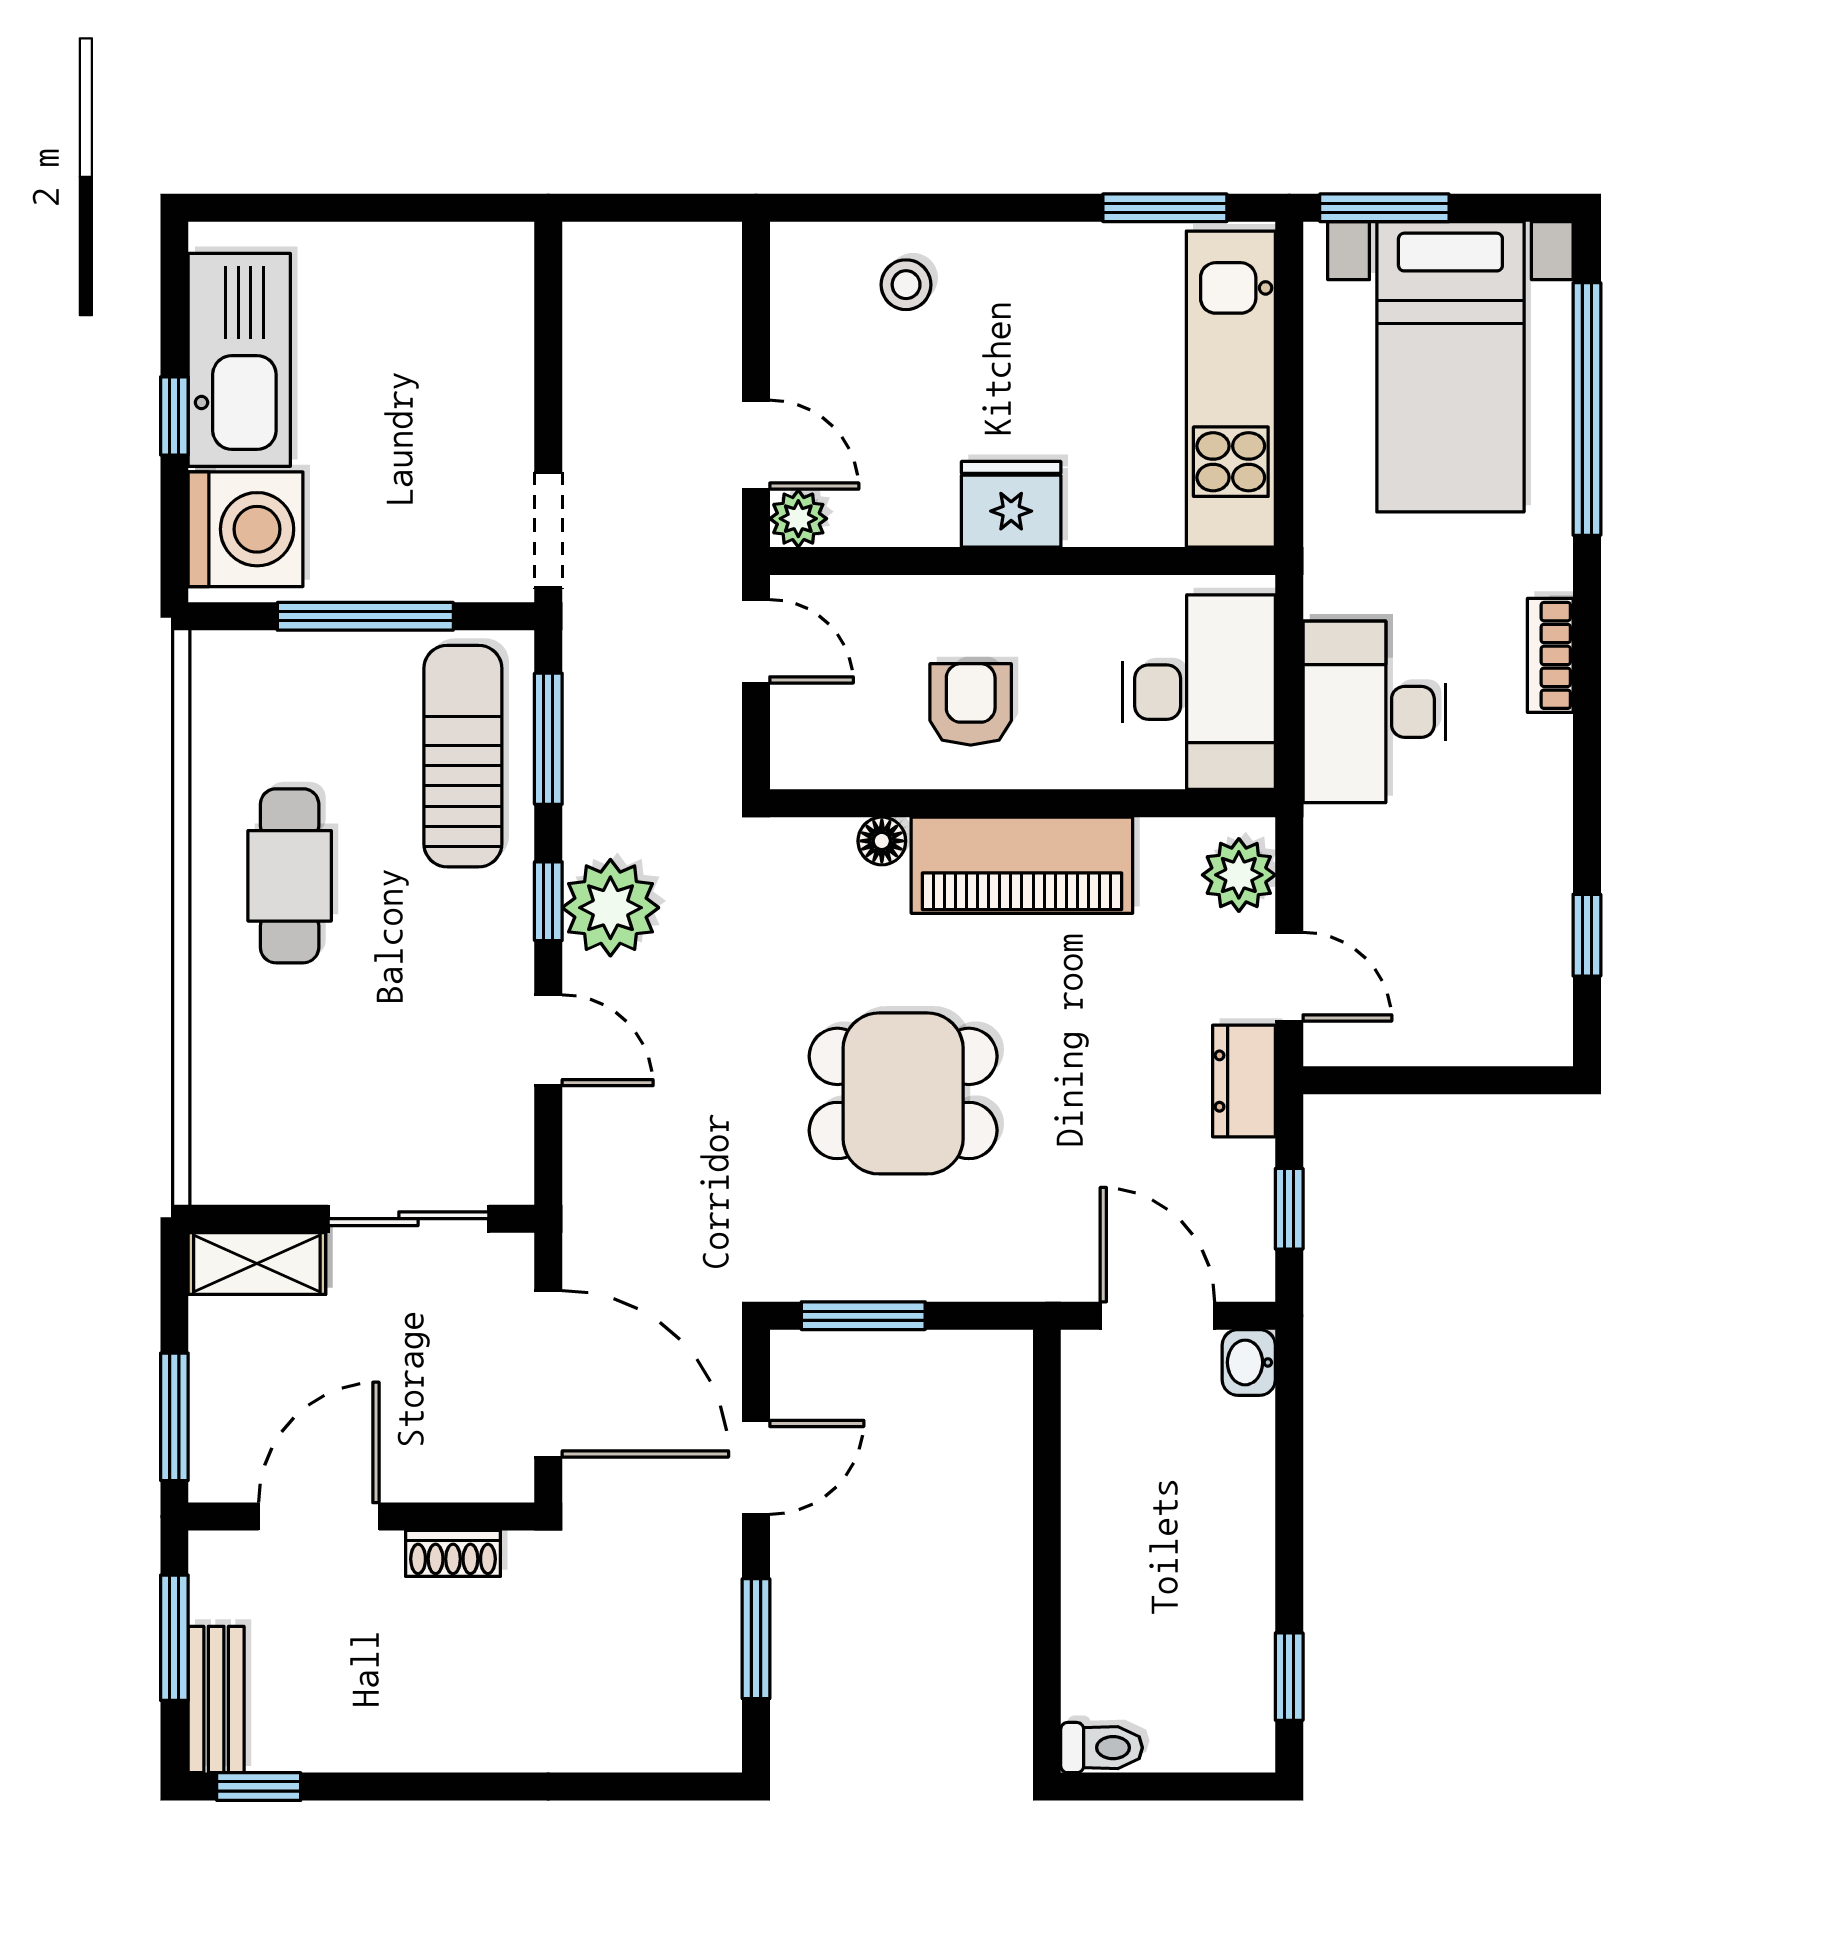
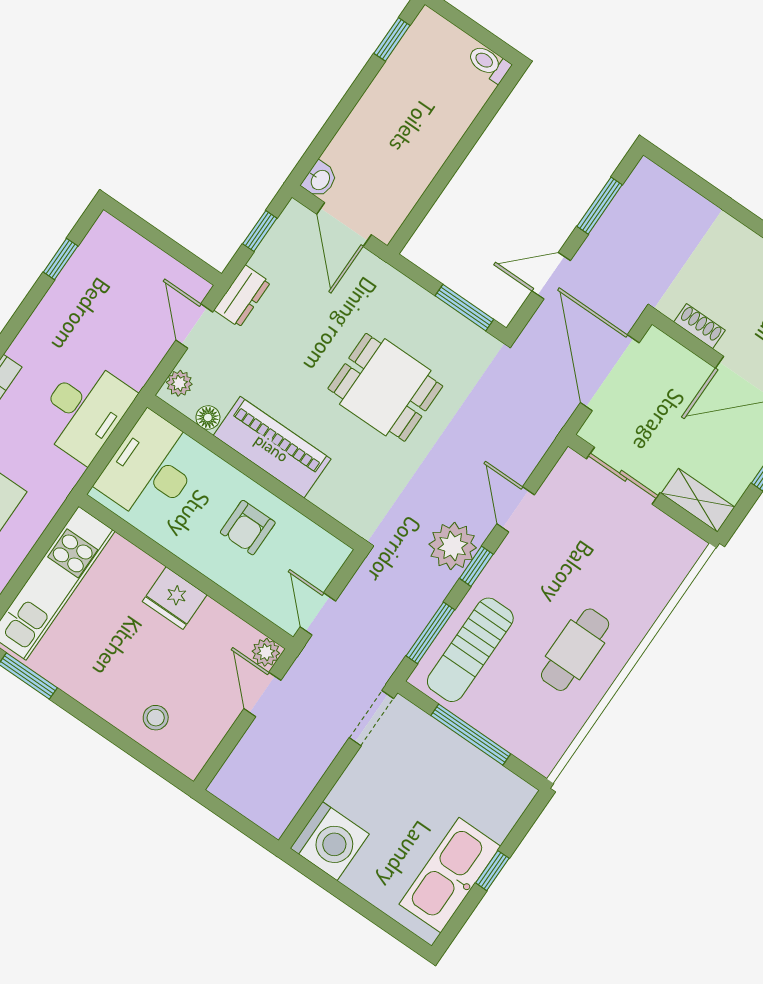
washing machine: (246, 529) -> (330, 841), moved, turned 180
floor lamp: (882, 841) -> (208, 418), moved
plant: (1239, 875) -> (179, 383), width x0.73, depth x0.73

